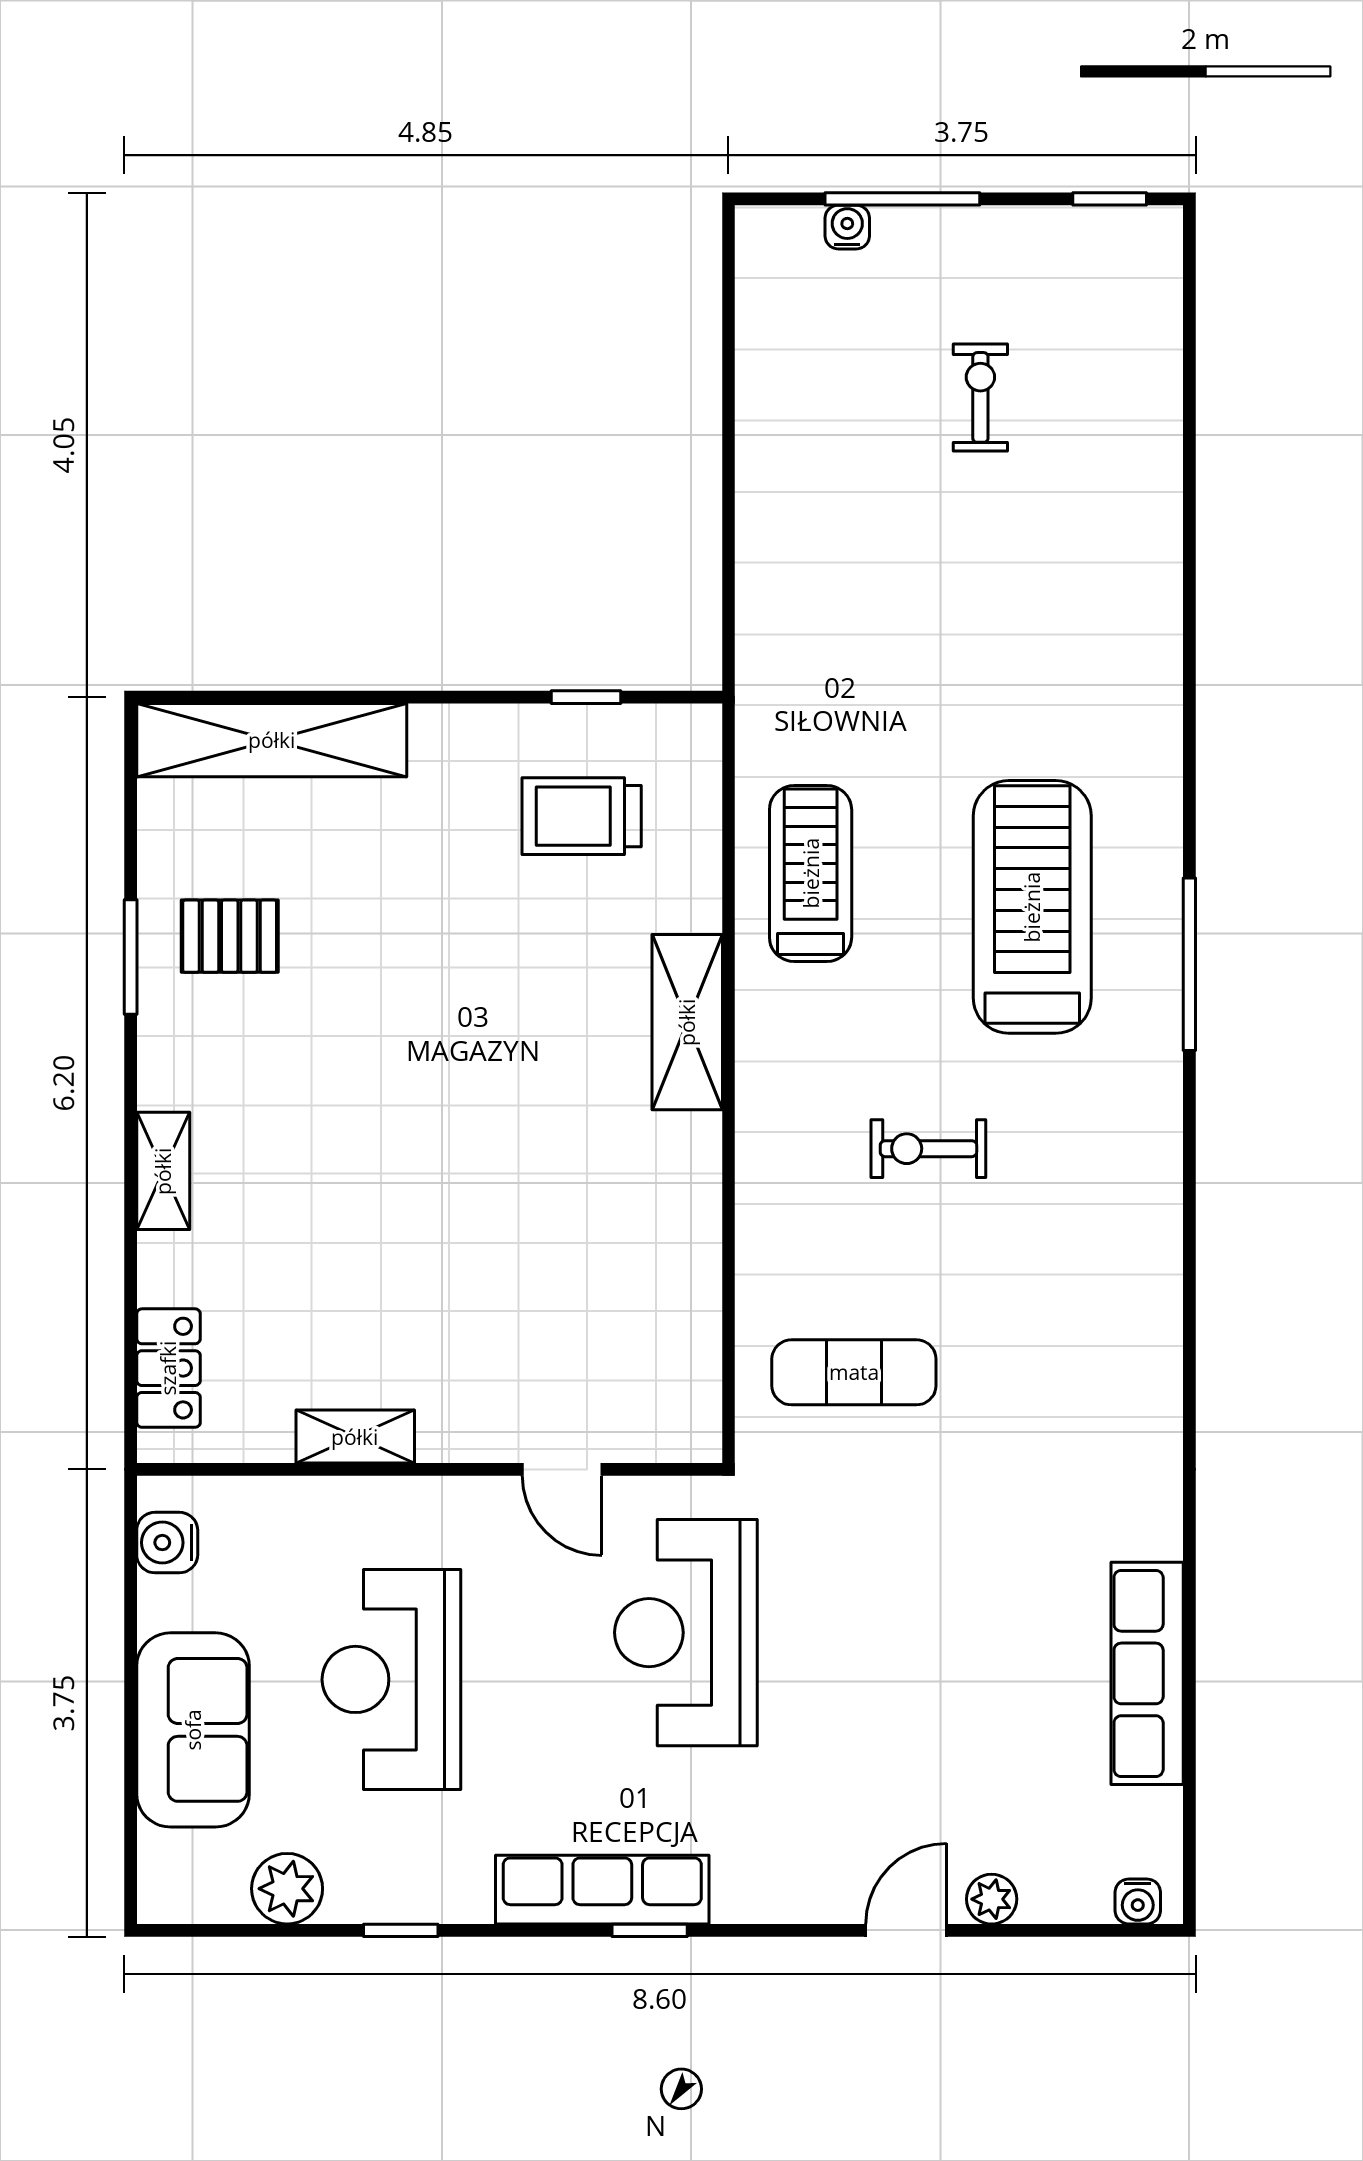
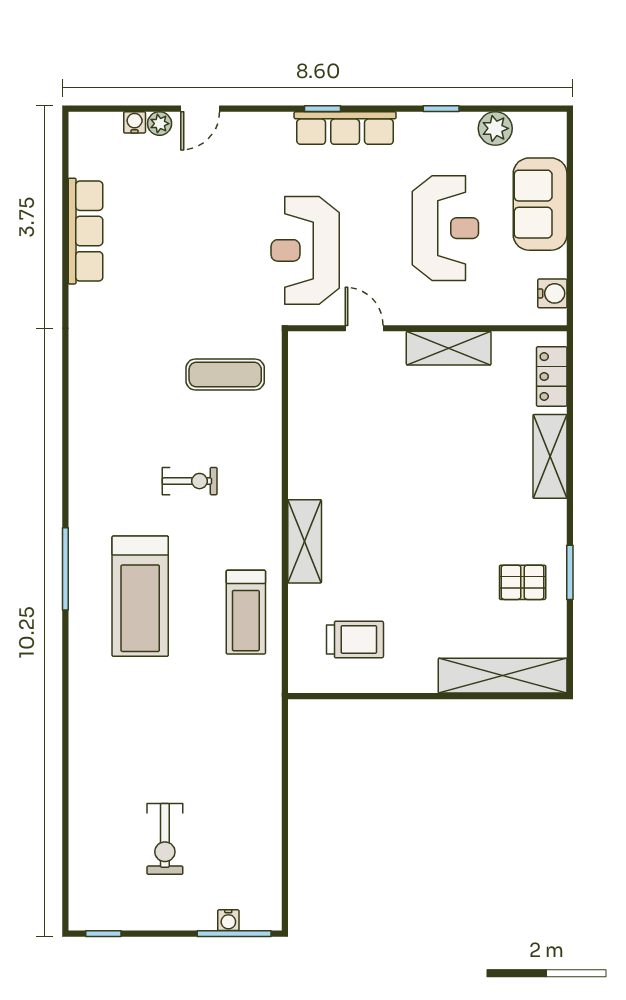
window: (902, 199) -> (234, 934), moved
exercise bike: (980, 397) -> (165, 839), width x1.38, depth x1.39
window: (586, 697) -> (353, 696), removed
shelving: (163, 1171) -> (550, 456), width x1.50, depth x1.33
shelving: (355, 1437) -> (449, 348), width x1.50, depth x1.33
reception desk: (686, 1633) -> (305, 250), turned 180
water cooler: (1138, 1901) -> (135, 122), moved

